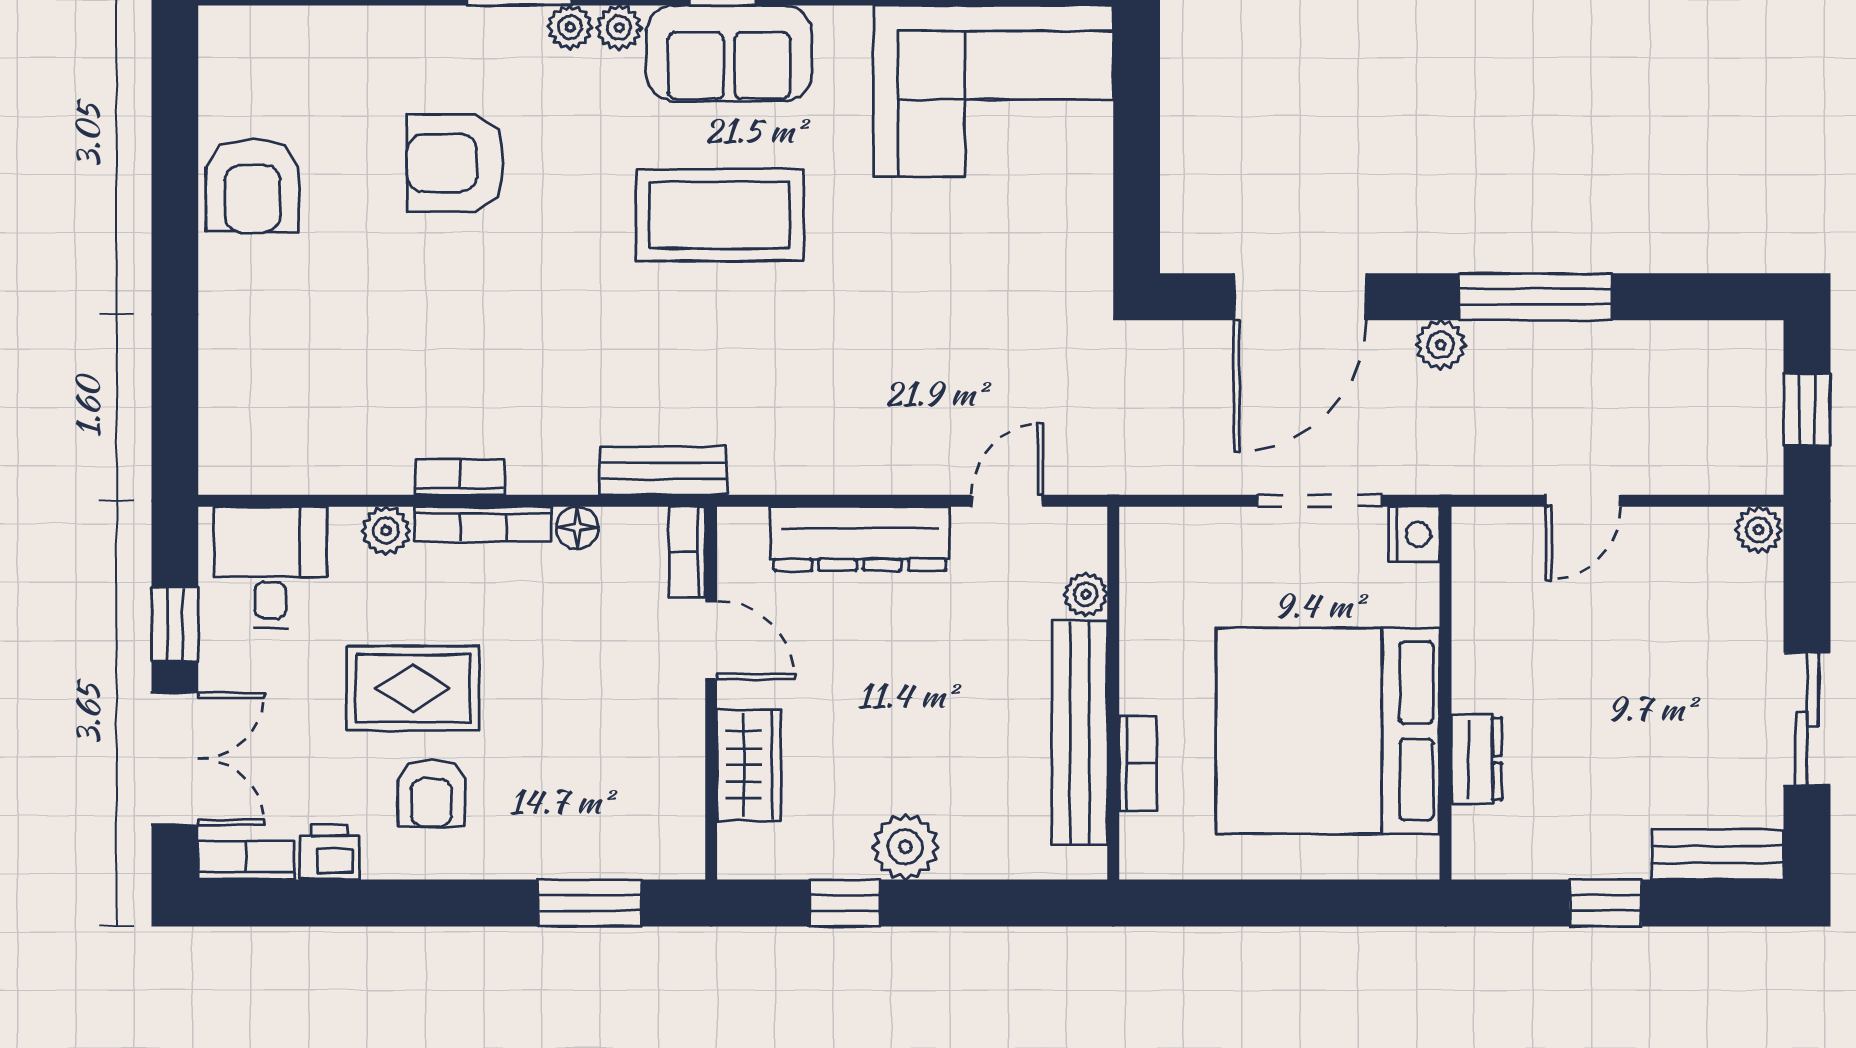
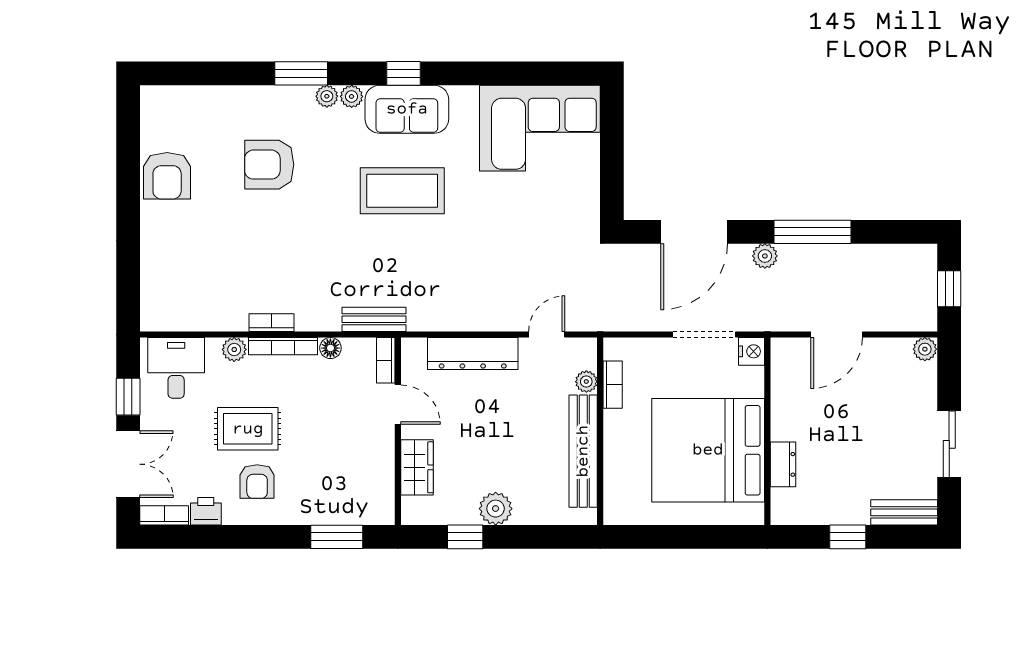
door: (1583, 501) -> (837, 334), width x1.38
bookcase: (1138, 763) -> (613, 385), moved

